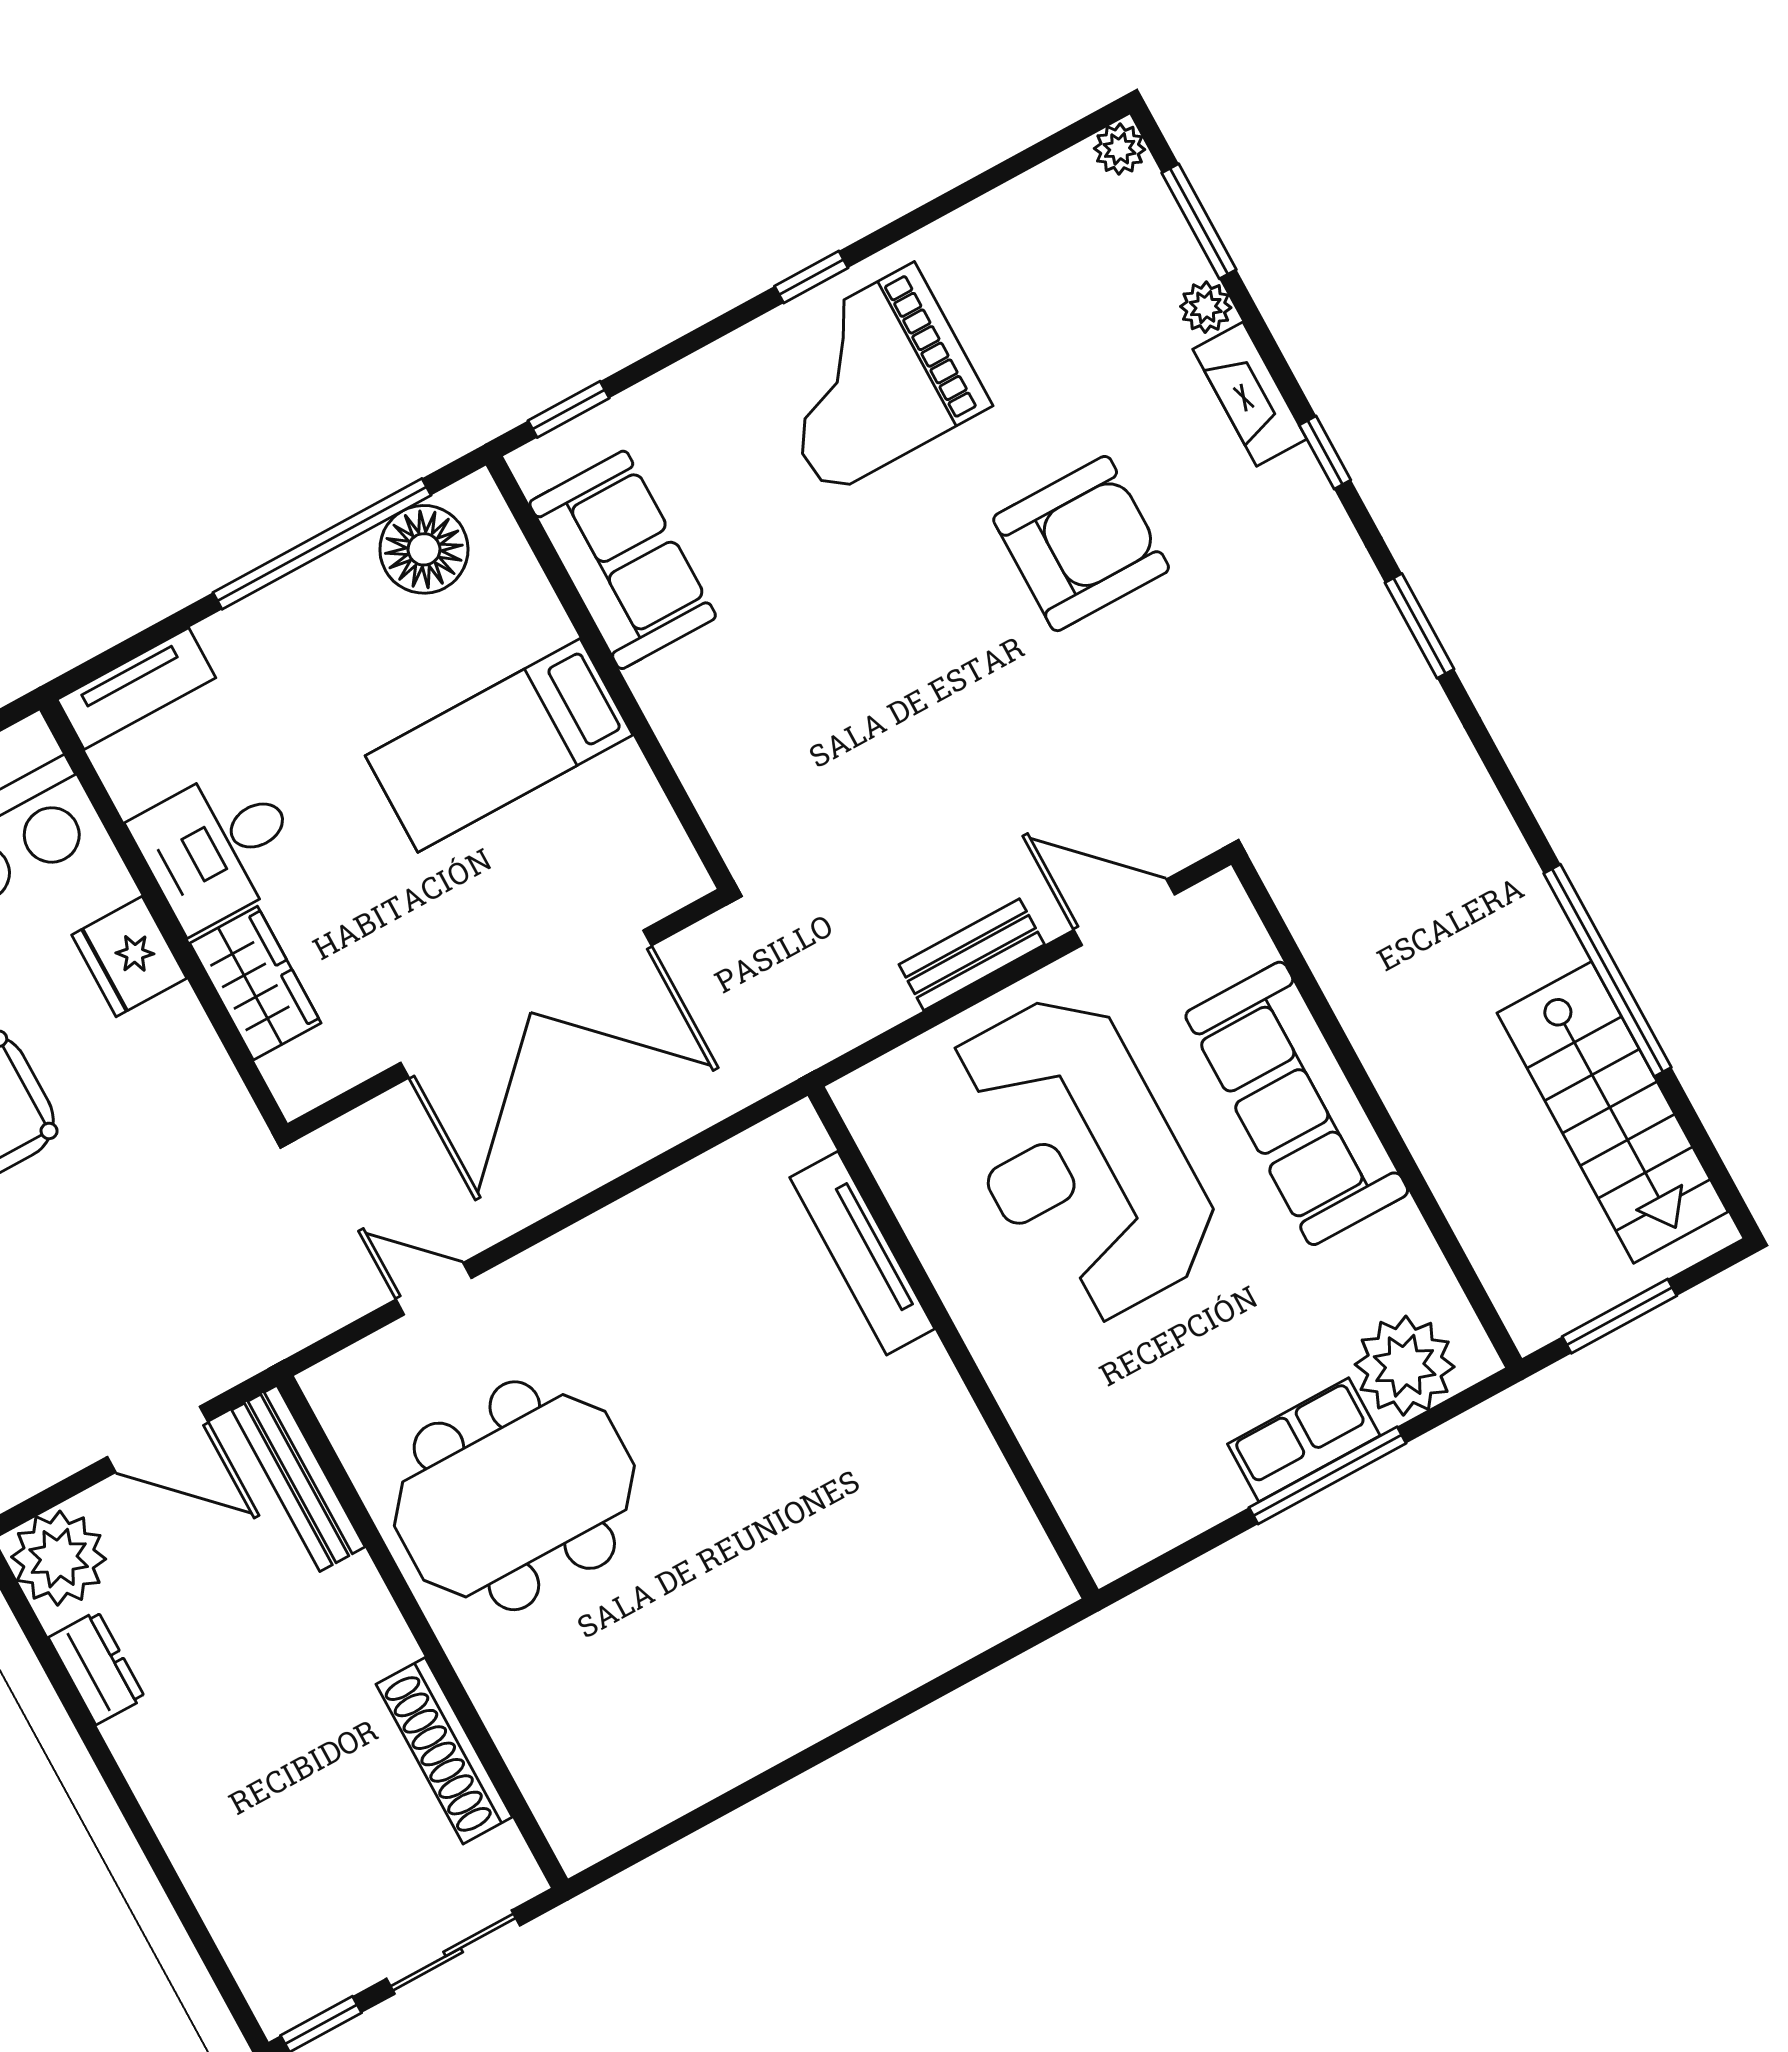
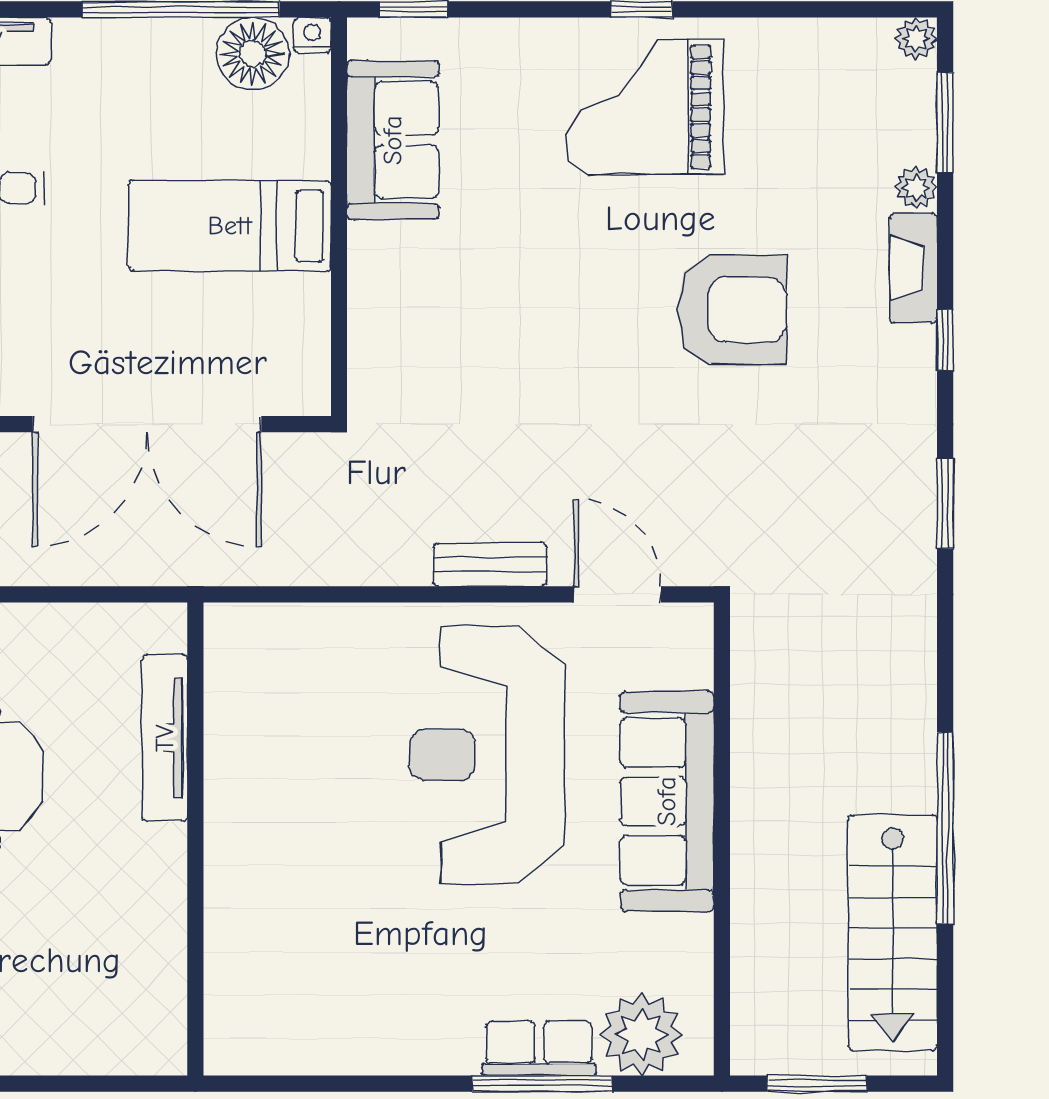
nightstand: (476, 495) -> (312, 35), added
tv unit: (862, 1253) -> (165, 738), moved
wall: (953, 1343) -> (195, 839), moved

